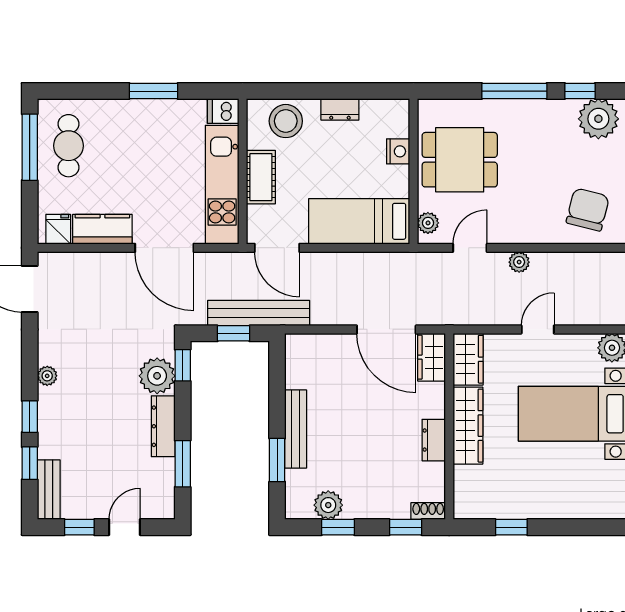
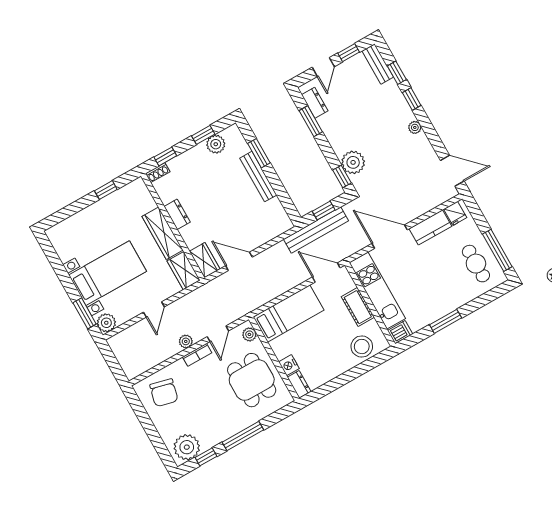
dresser: (340, 109) -> (299, 384), moved, turned 90
dining table: (460, 160) -> (252, 380), turned 90
bookcase: (514, 235) -> (197, 355), added
door: (386, 329) -> (239, 261), width x0.73
dresser: (163, 426) -> (315, 103), moved, width x0.70

